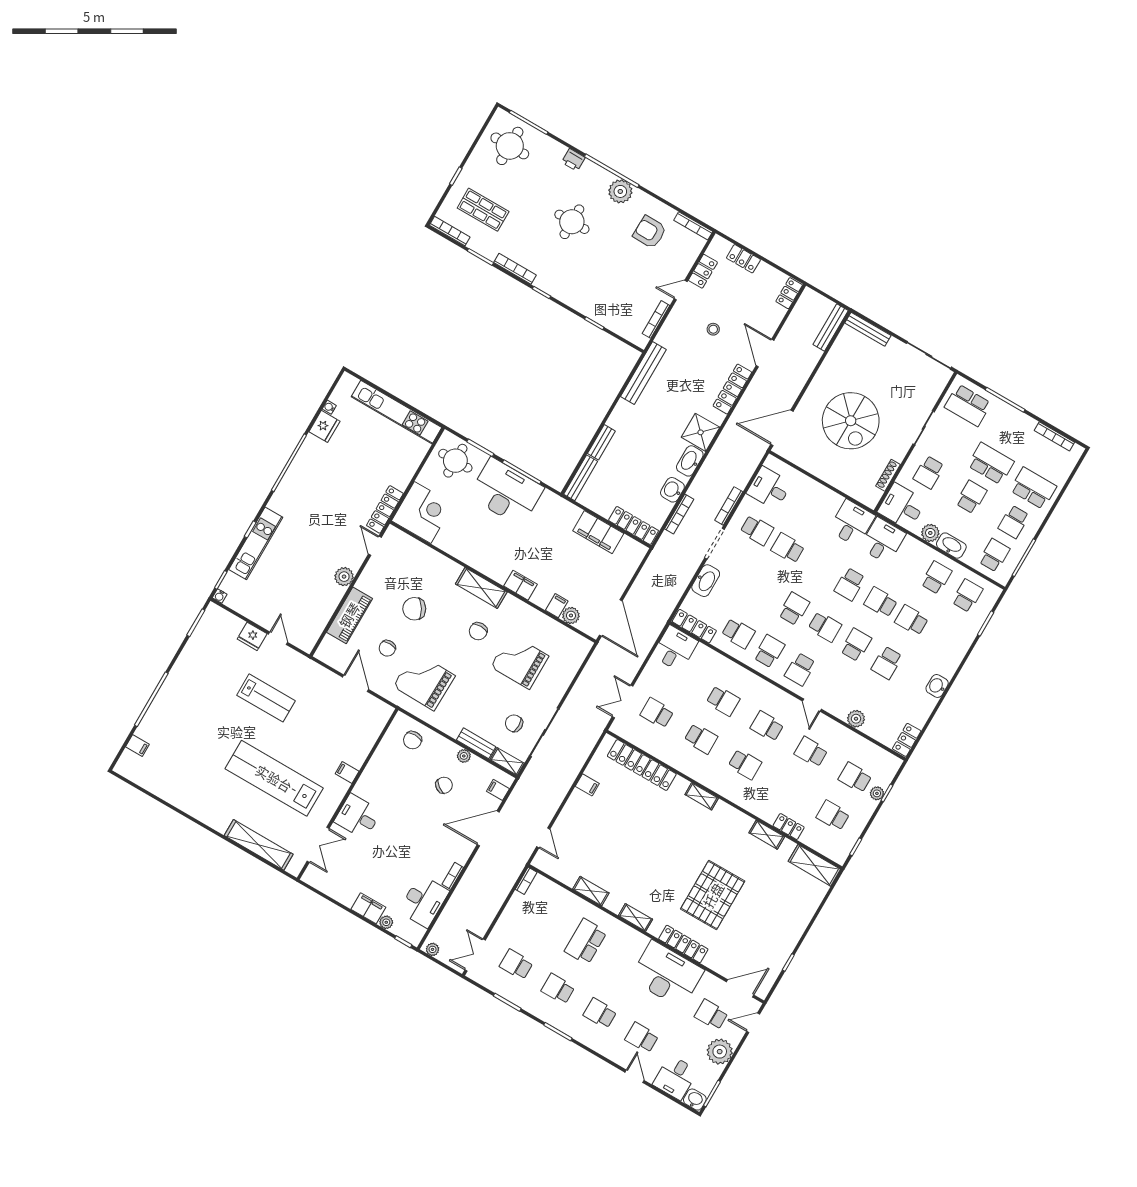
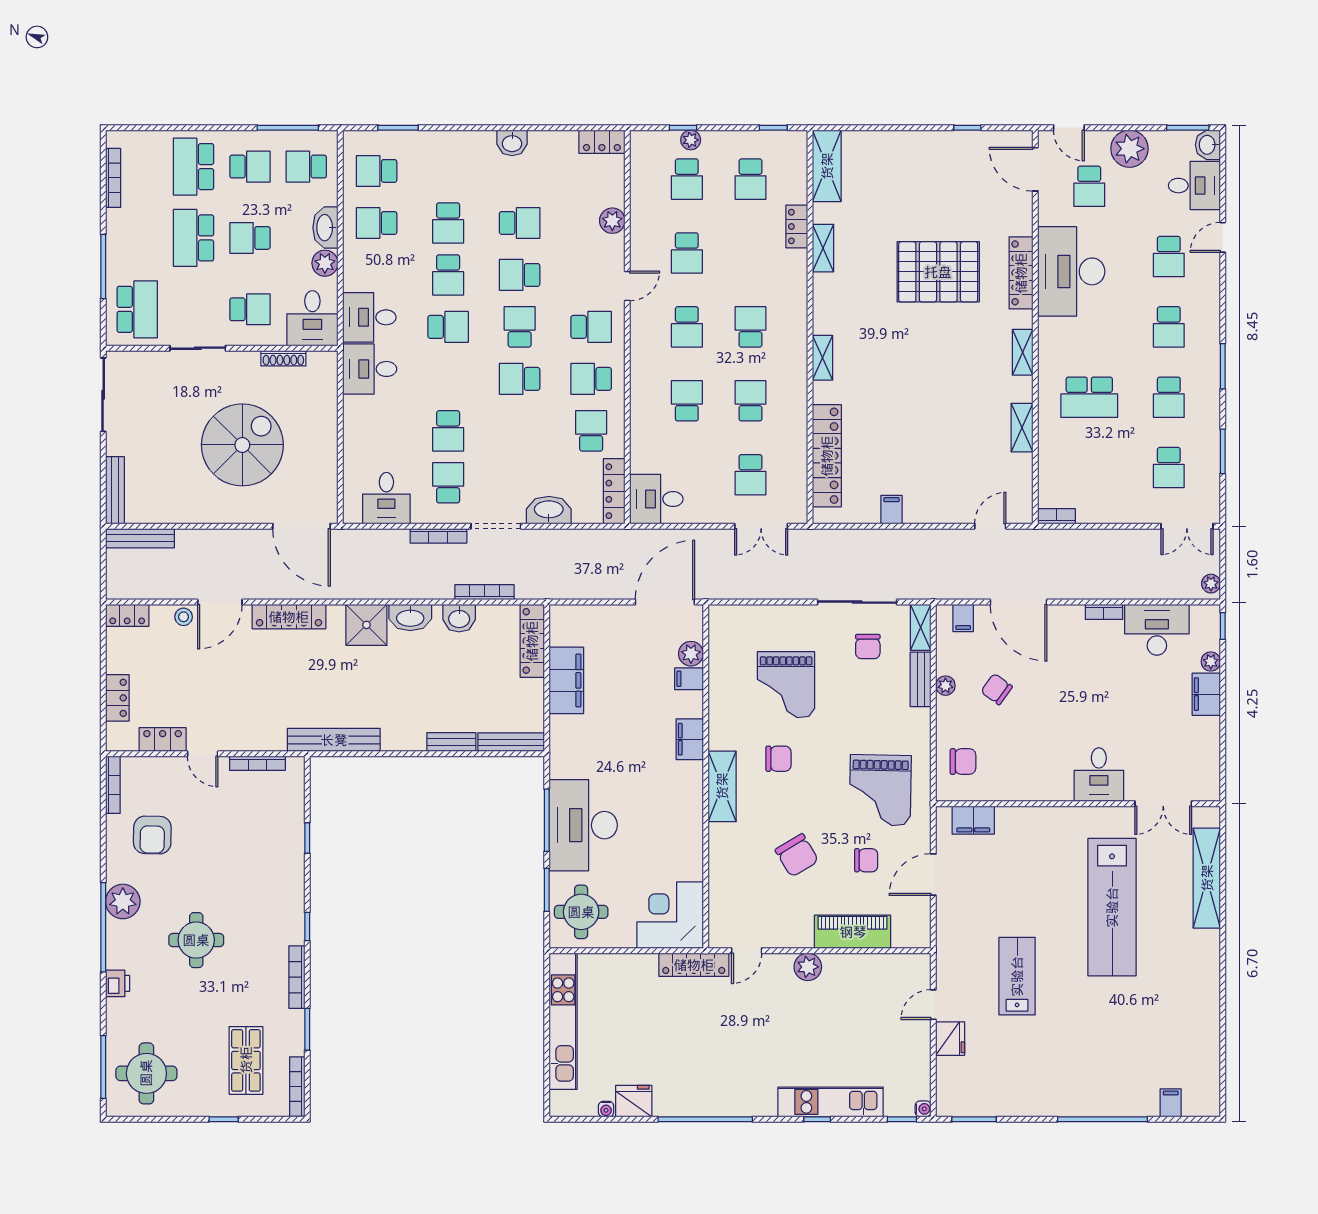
stool: (713, 329) -> (184, 617), moved
filing cabinet: (347, 772) -> (973, 820), moved, width x2.00
double door: (318, 845) -> (1163, 804), swing flipped

